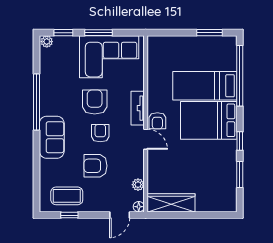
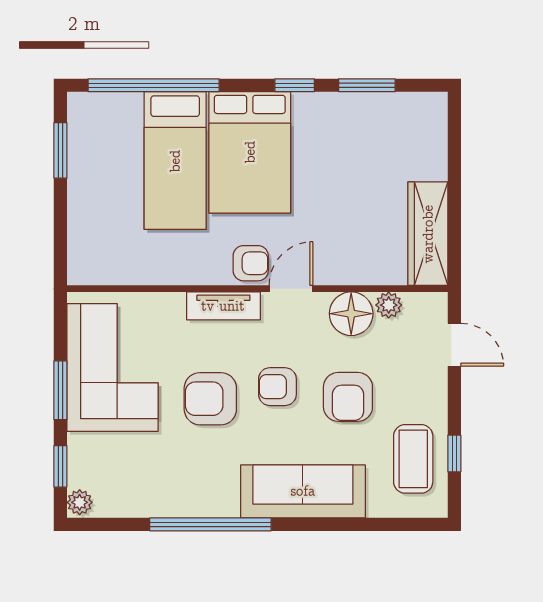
sofa: (52, 137) -> (303, 491), width x1.36
floor lamp: (139, 207) -> (351, 314), moved, width x1.89, depth x1.89

